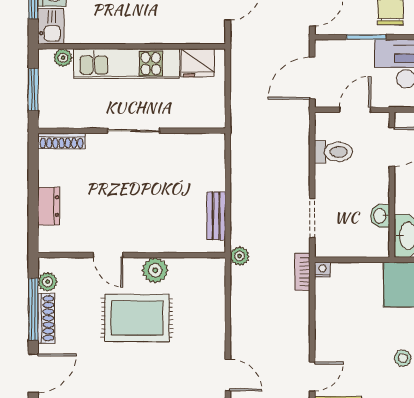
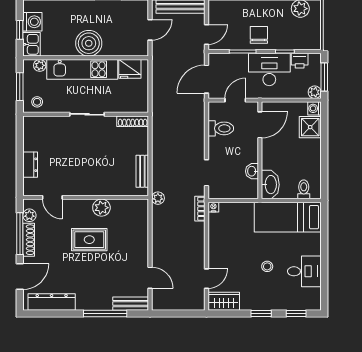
boiler: (136, 25) -> (89, 43), added
stool: (59, 112) -> (37, 102), added
shoe rack: (62, 141) -> (133, 121), moved
door: (108, 255) -> (52, 197), moved
rug: (137, 318) -> (89, 240), width x0.73, depth x0.70

